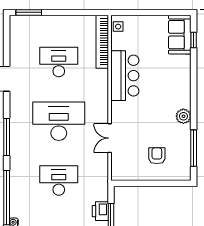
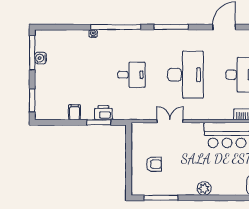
plant: (183, 116) -> (204, 188), moved
desk: (59, 180) -> (131, 75), width x0.73

